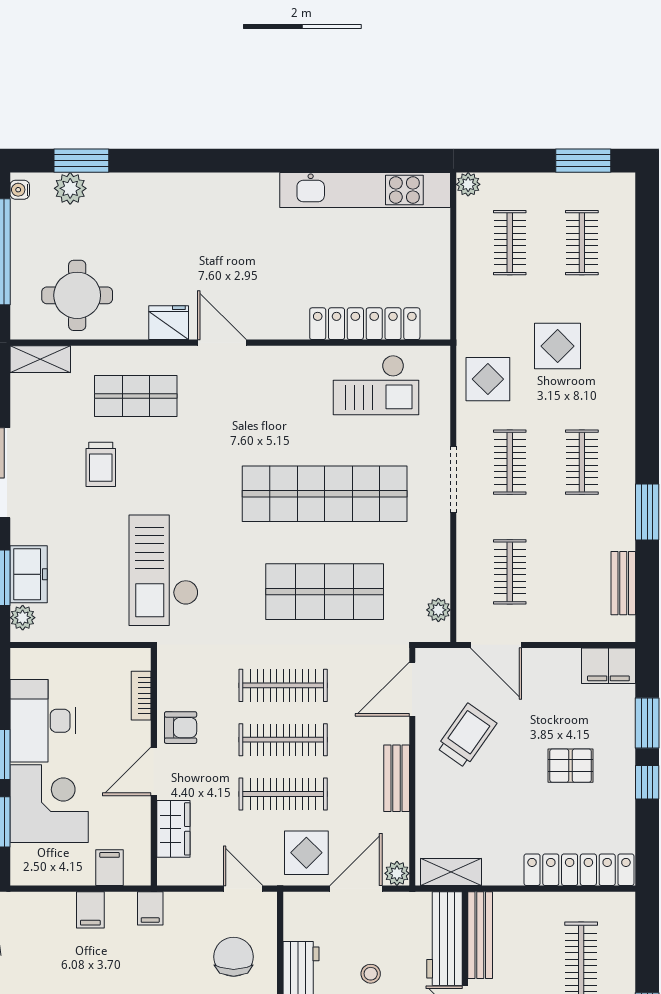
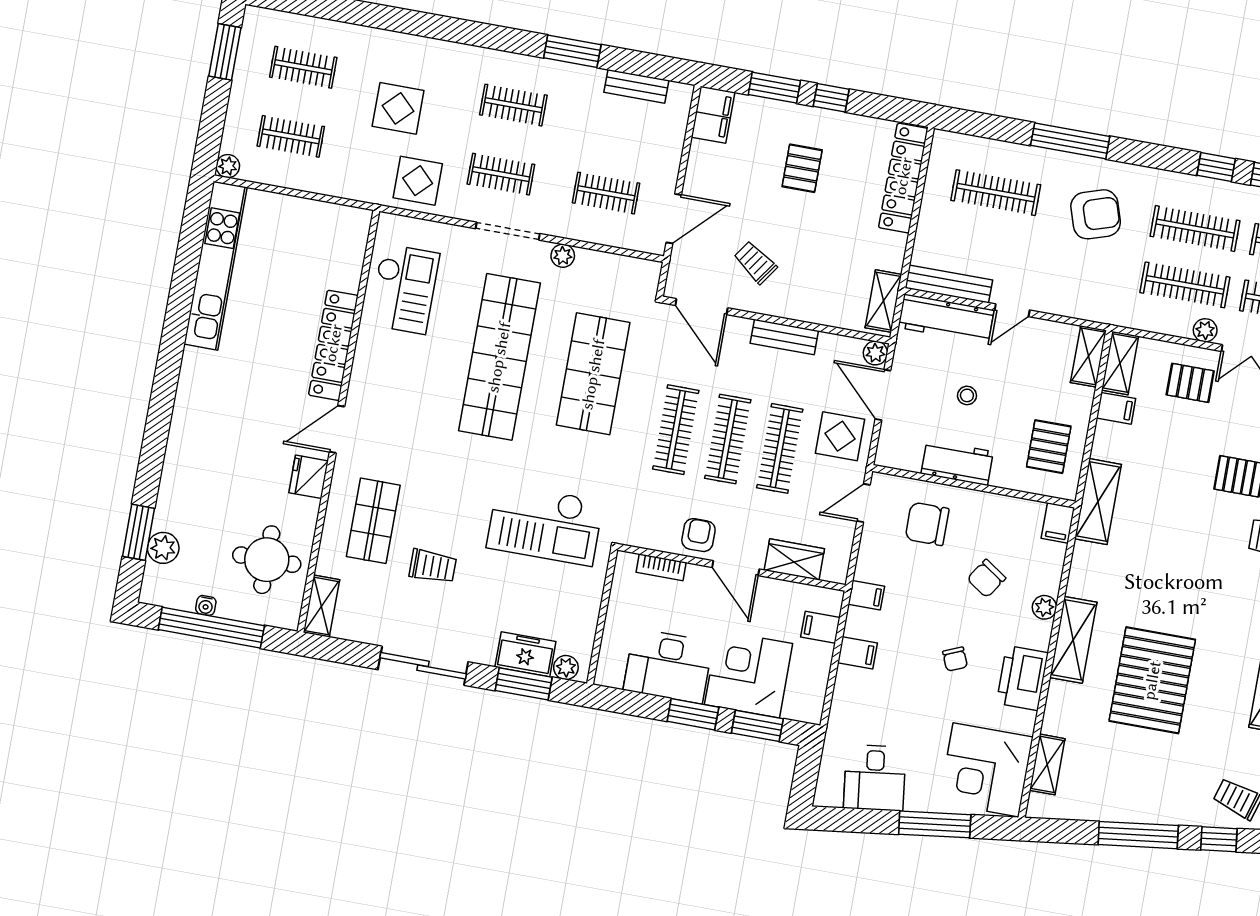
water cooler: (20, 190) -> (206, 605), moved
locker: (365, 324) -> (333, 345), moved
plant: (438, 610) -> (563, 256), moved
trolley: (467, 735) -> (755, 263), width x0.73, depth x0.72

